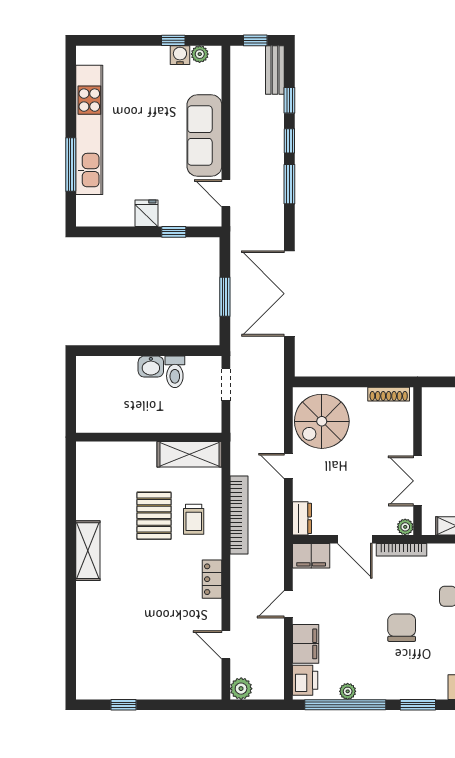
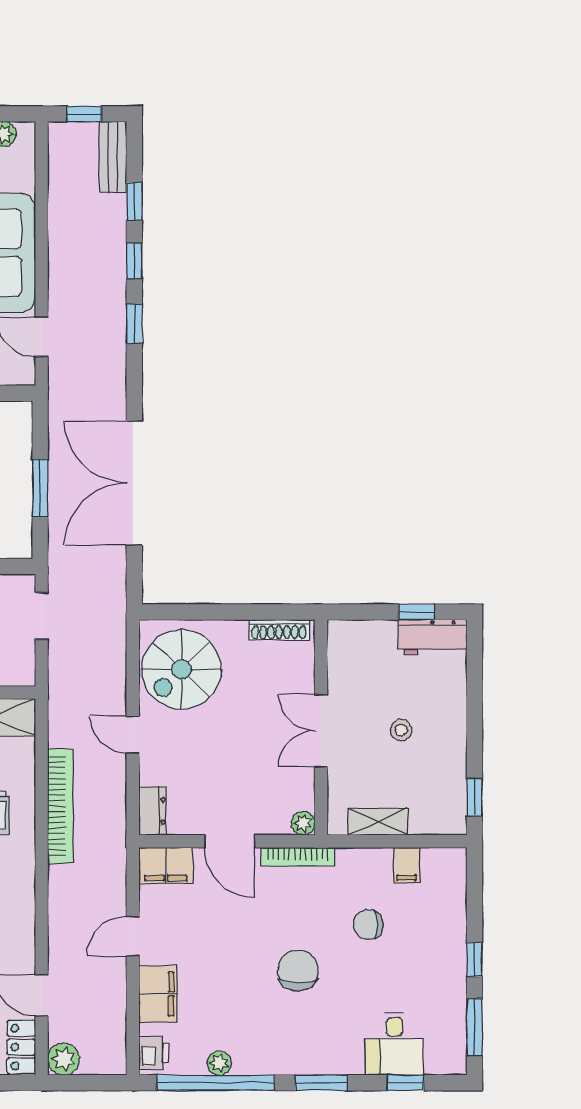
window: (289, 184) -> (134, 324), width x0.67
double door: (418, 481) -> (321, 731), moved
locker: (212, 579) -> (21, 1047), moved
printer: (305, 680) -> (153, 1053), width x0.73, depth x0.81

